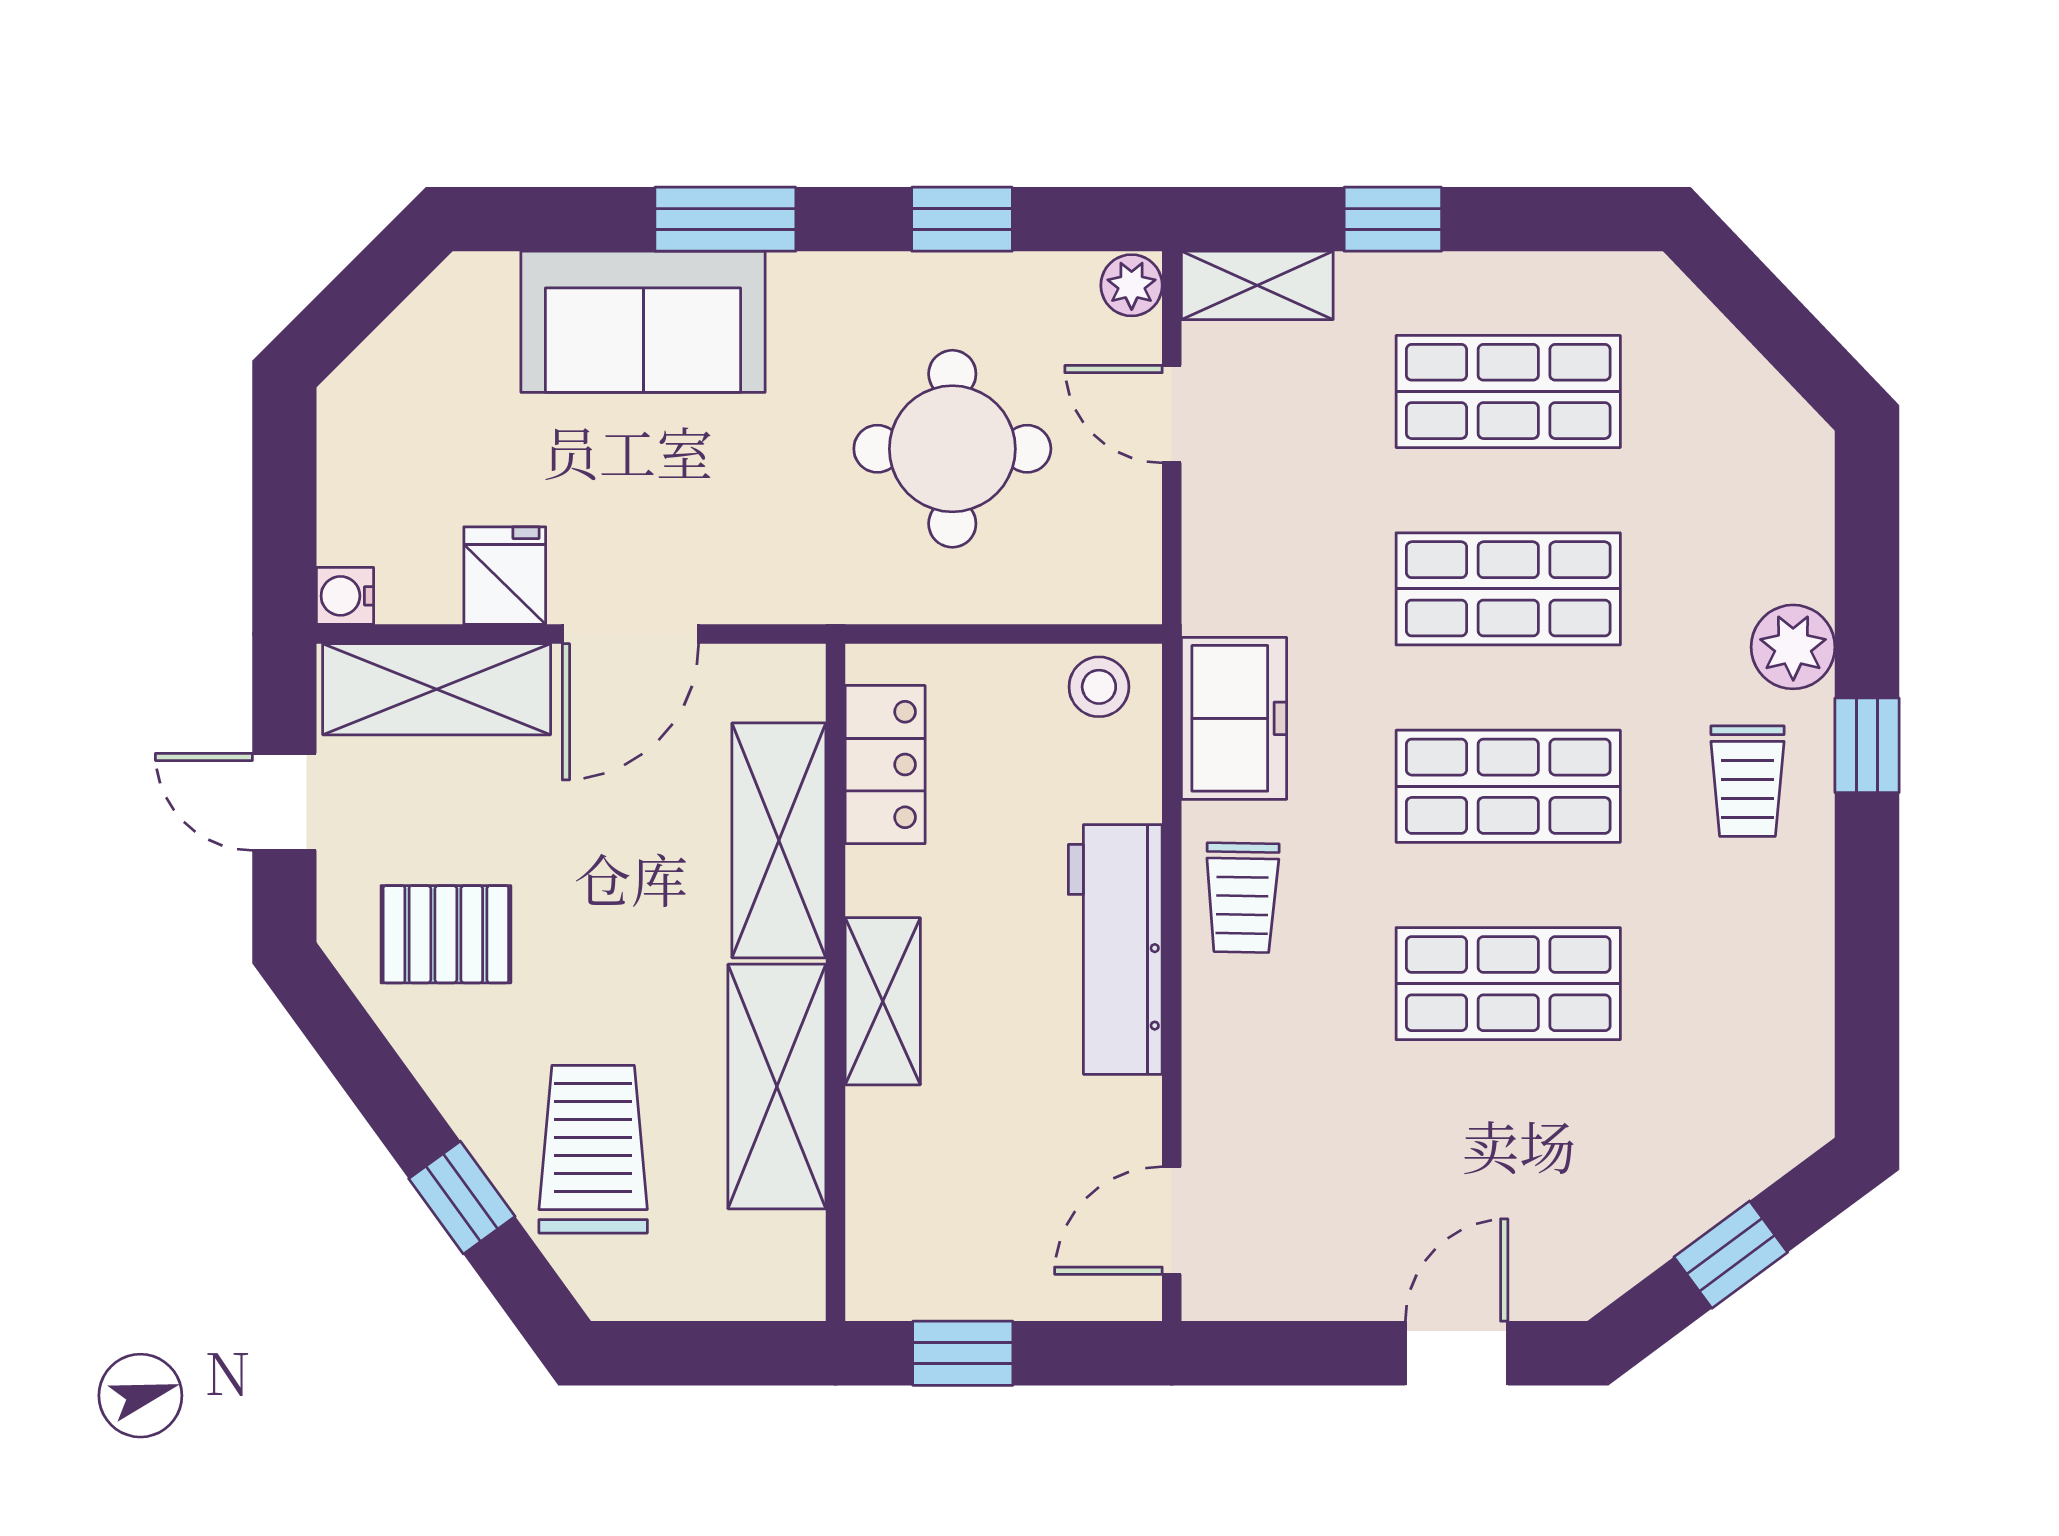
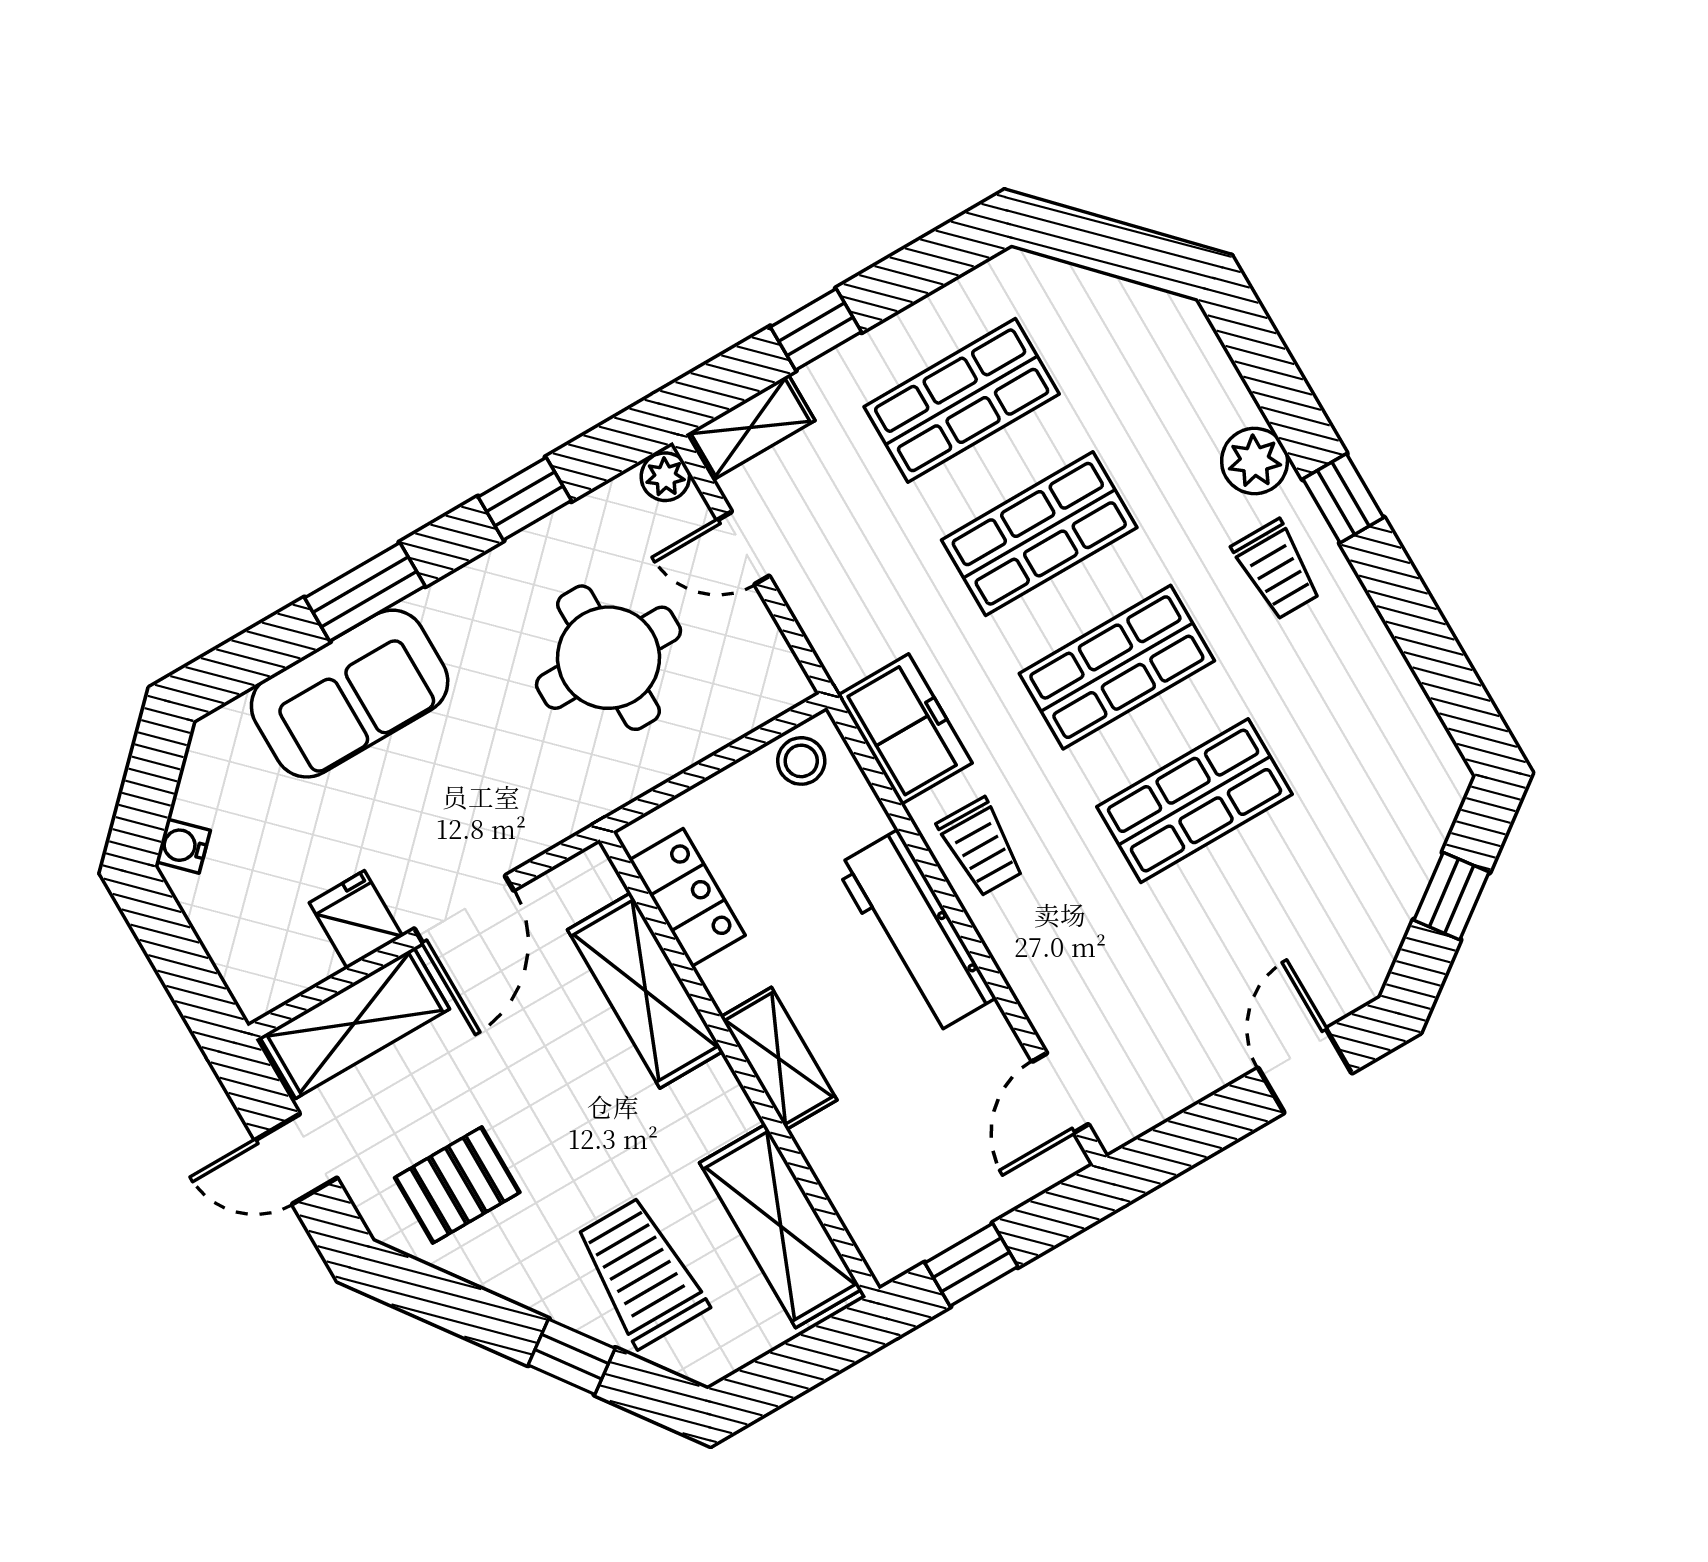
water cooler: (345, 596) -> (183, 846), moved, turned 45
shelving: (777, 1086) -> (781, 1226), moved

